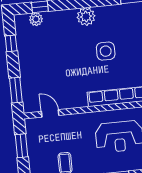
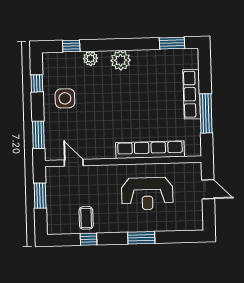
plant: (36, 19) -> (91, 58), moved
side table: (106, 51) -> (65, 98), moved

